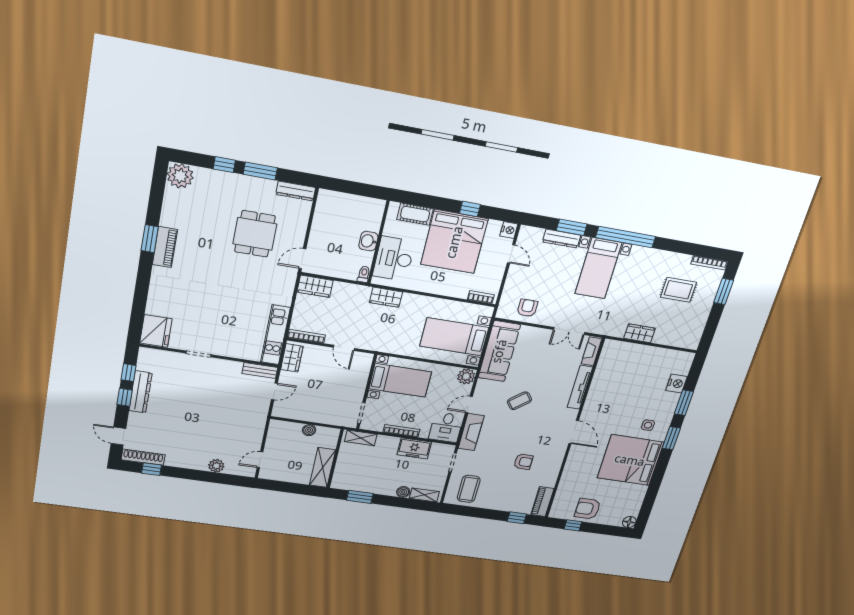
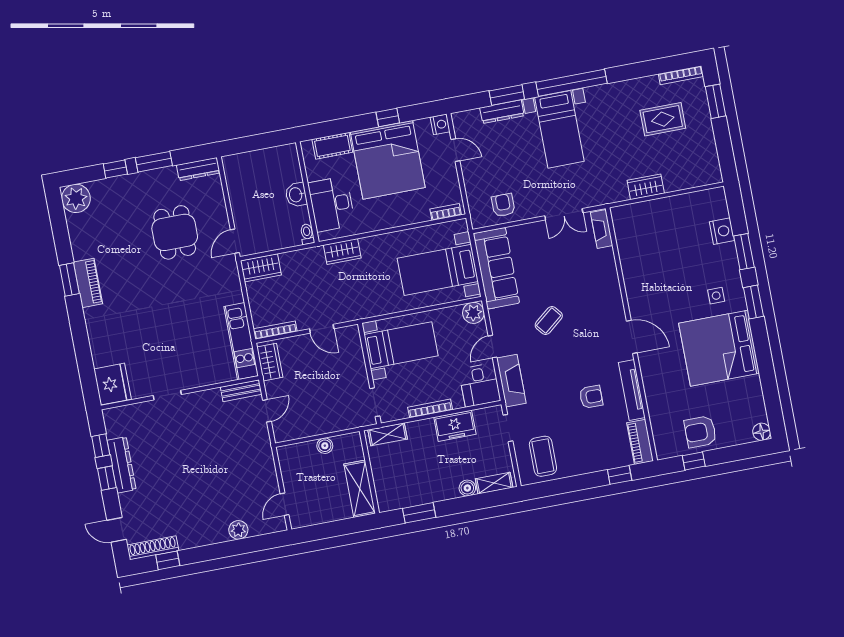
tv unit: (580, 387) -> (632, 390), moved

